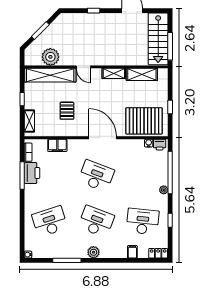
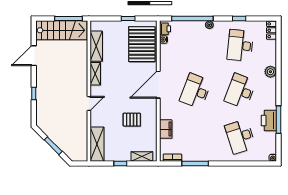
plant: (50, 57) -> (79, 136), removed
shelving: (50, 75) -> (97, 144), width x0.68
printer: (32, 173) -> (269, 121), moved, turned -90
plant: (93, 252) -> (270, 72), moved
filing cabinet: (132, 252) -> (270, 56), removed

